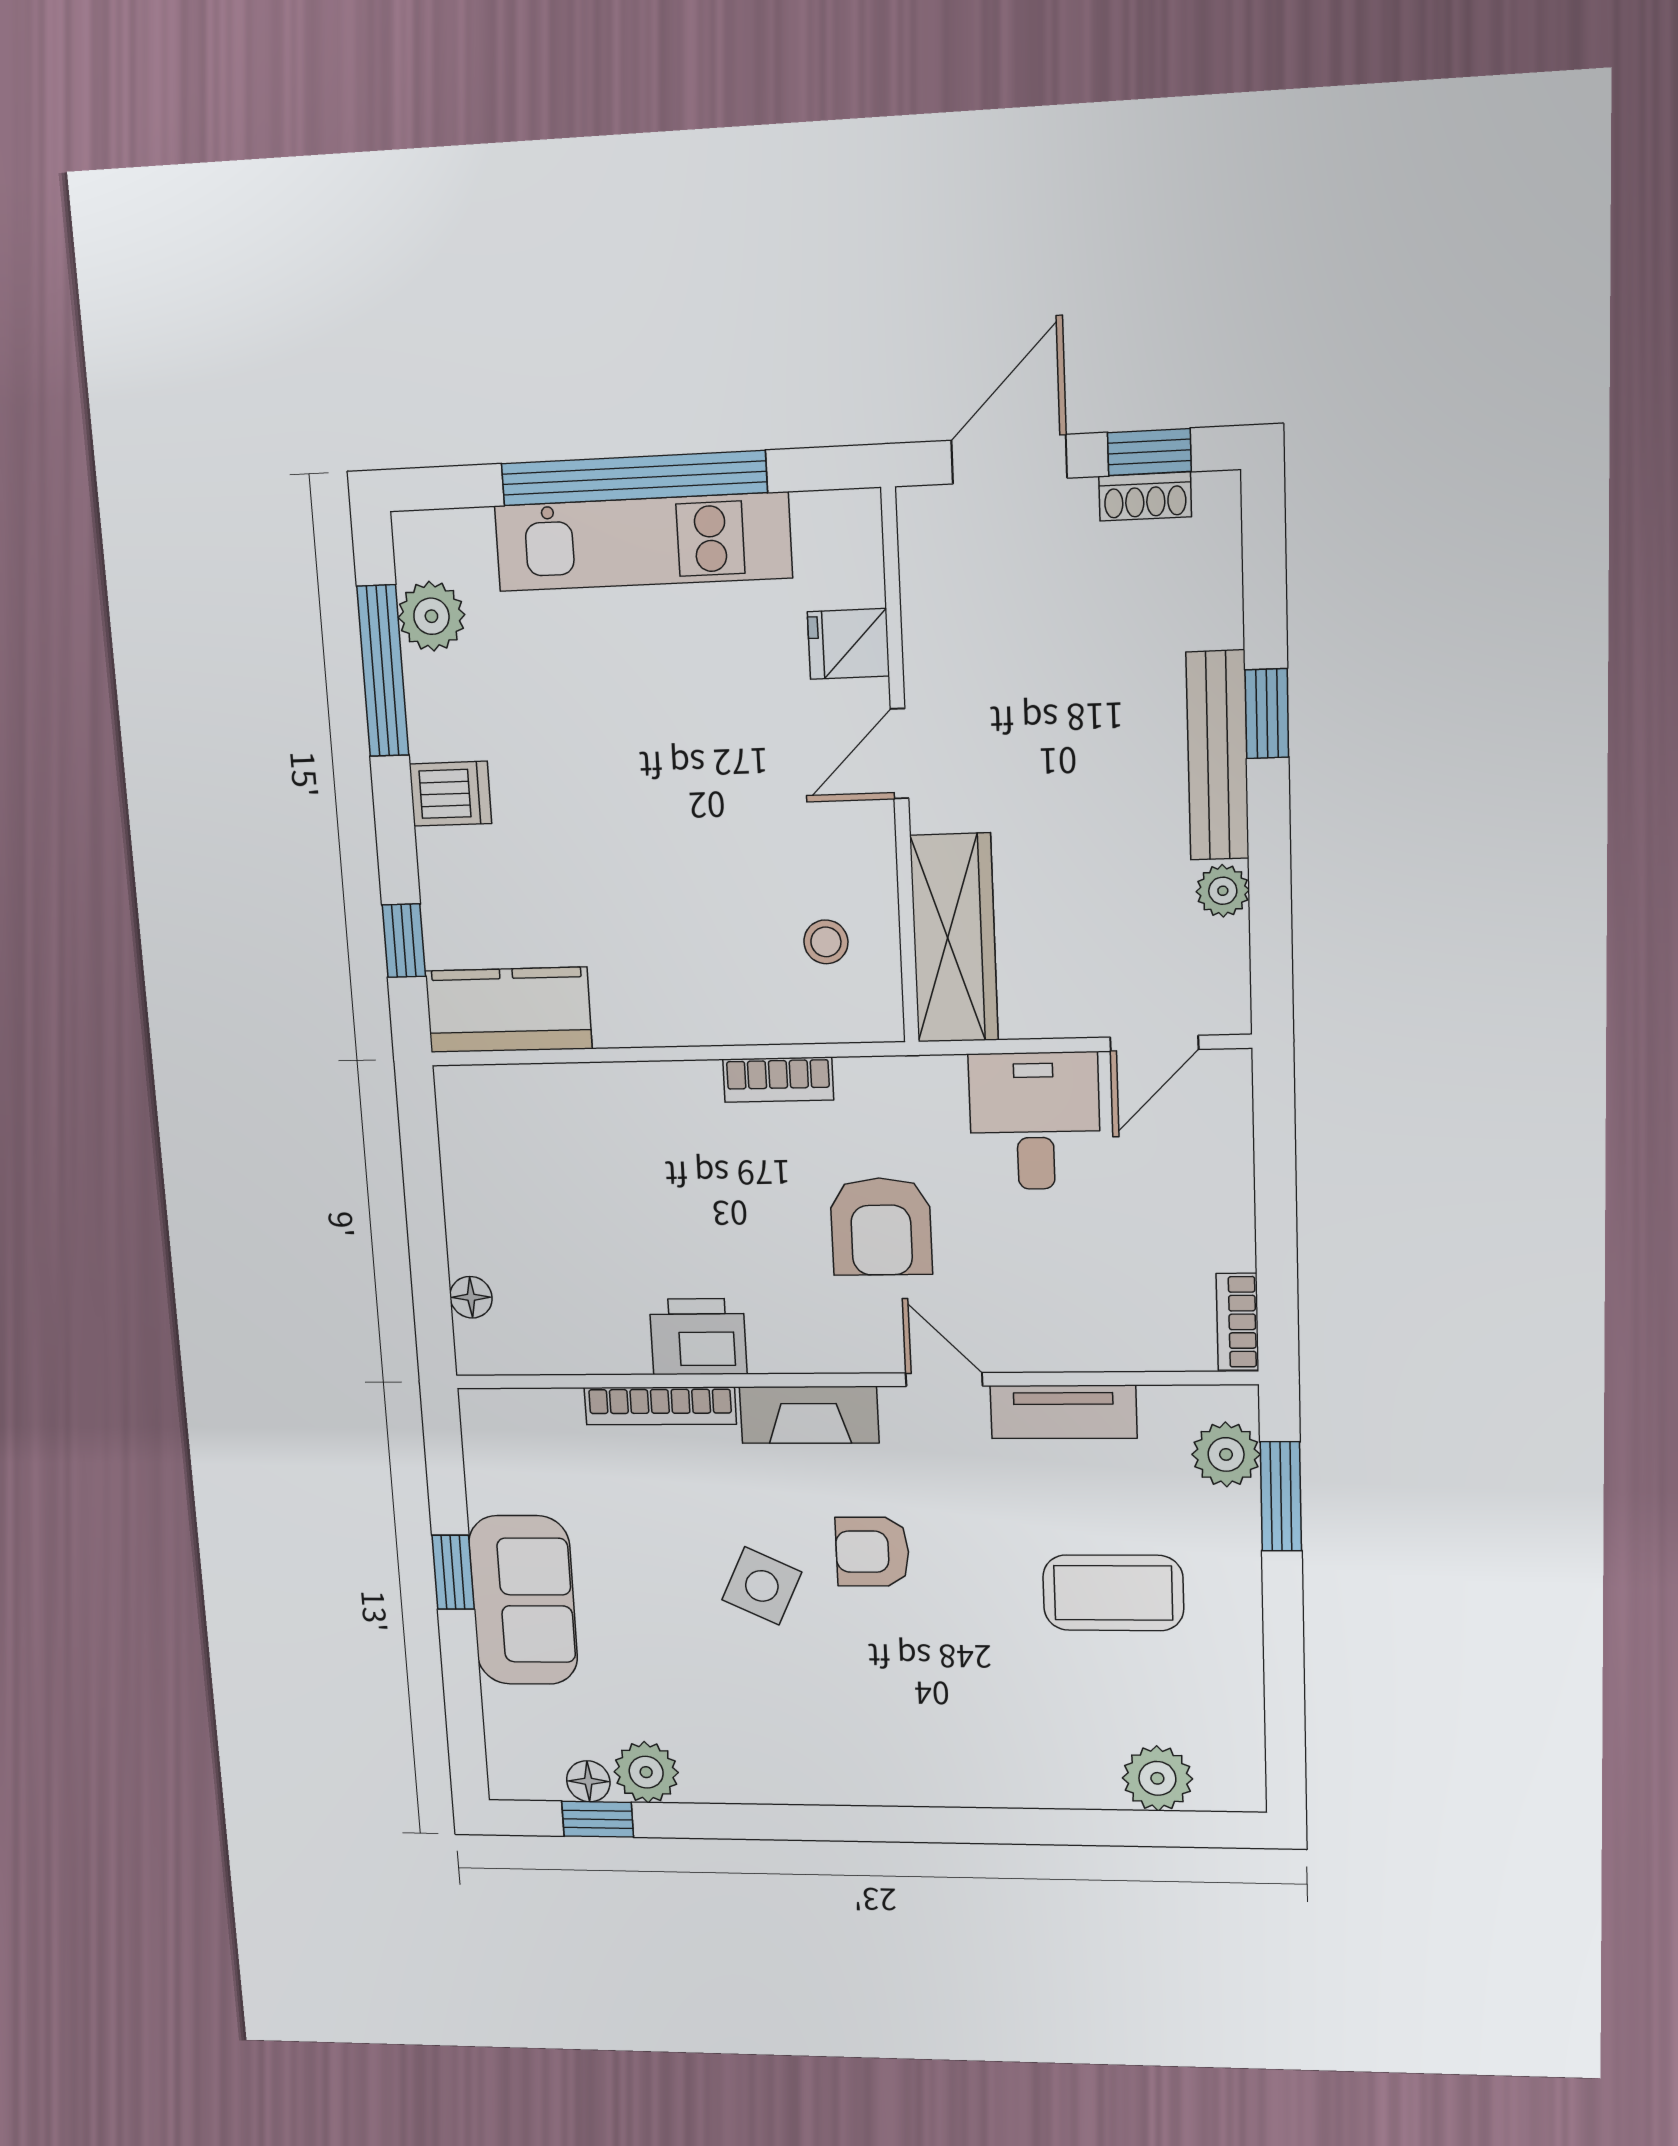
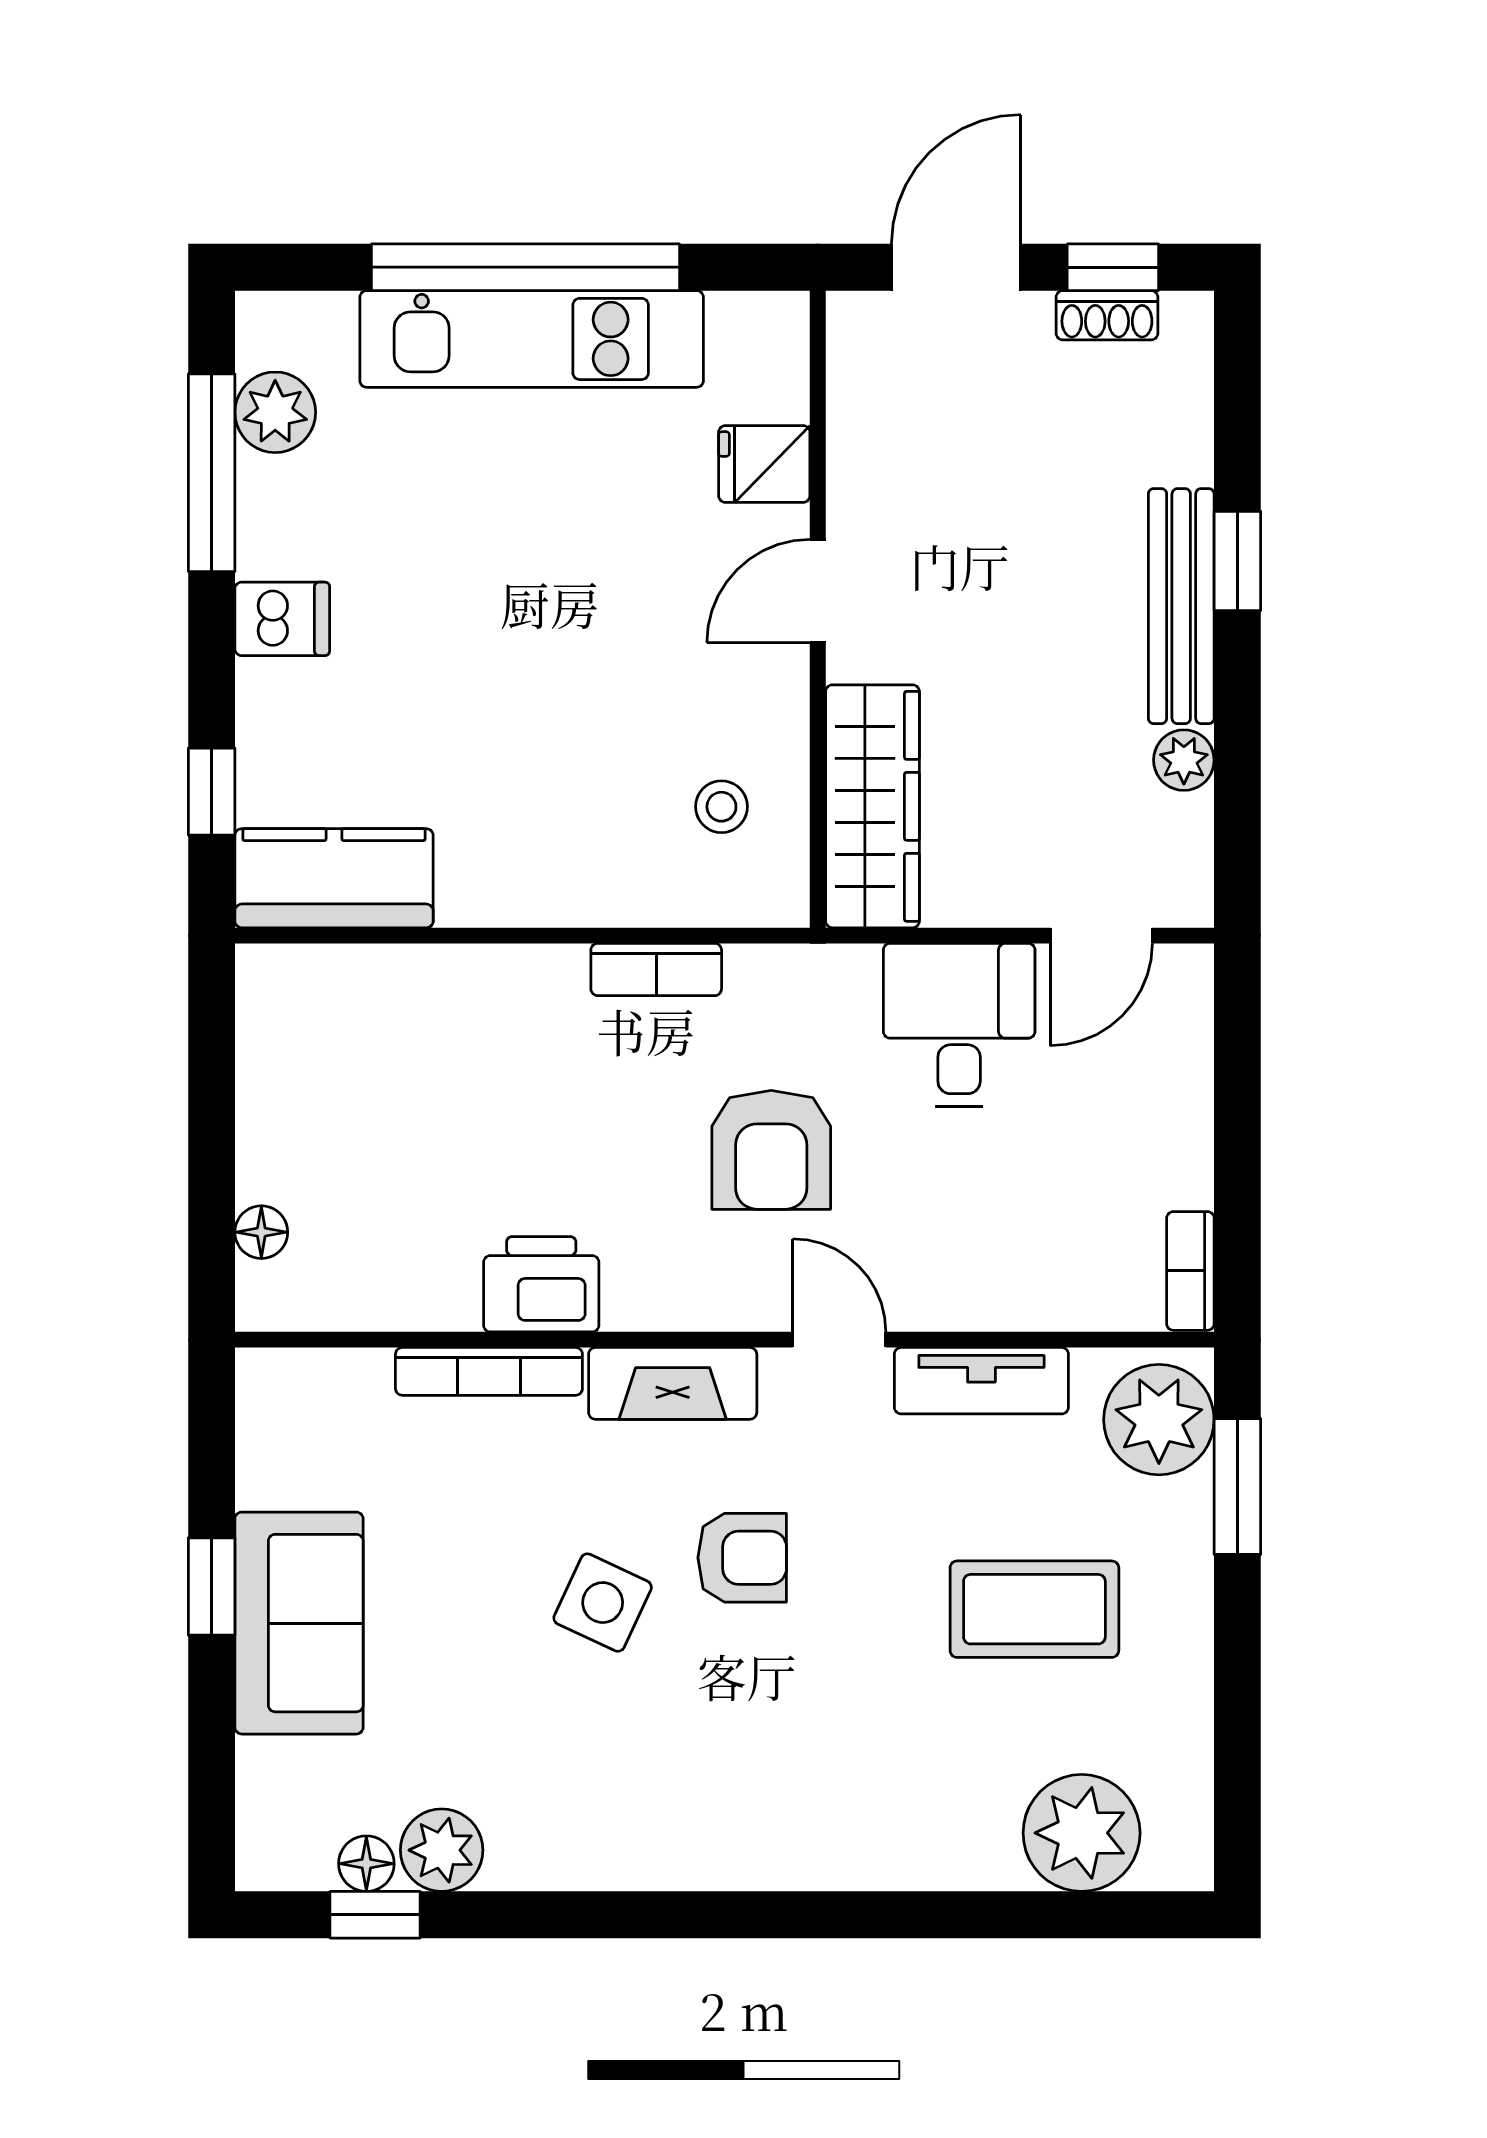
plant: (1226, 1454) -> (1159, 1420), width x1.36, depth x1.36
armchair: (872, 1552) -> (742, 1558), turned 180
plant: (1157, 1778) -> (1082, 1833), width x1.36, depth x1.36

